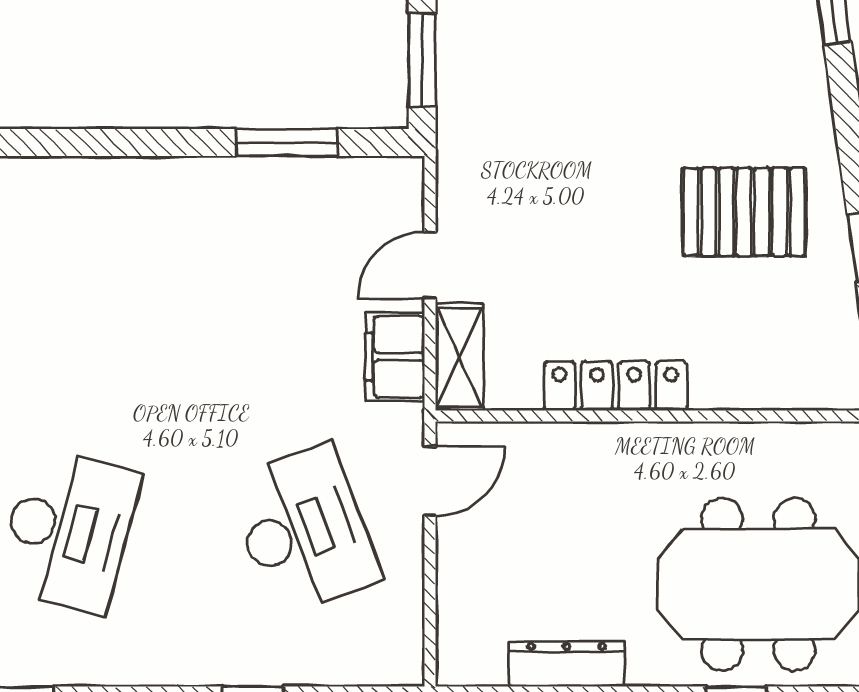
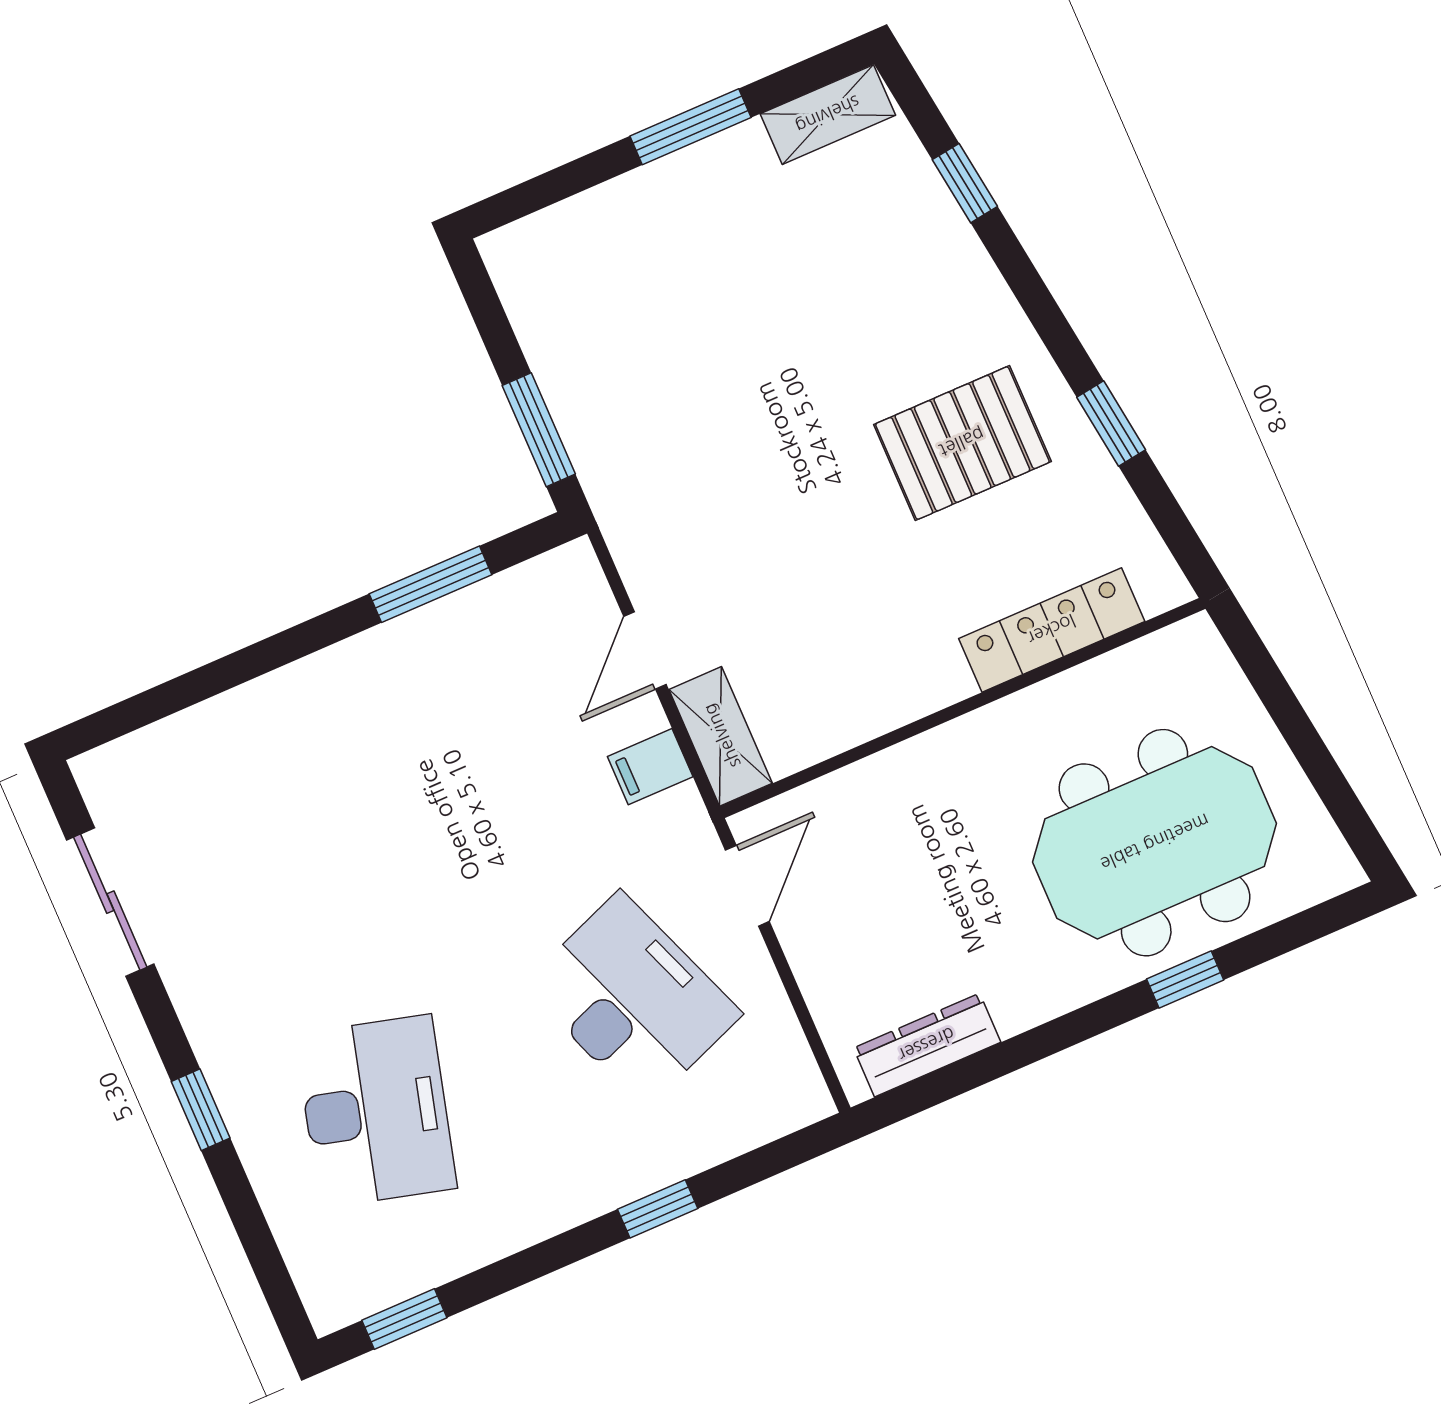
filing cabinet: (395, 357) -> (650, 767), width x0.50
locker: (616, 386) -> (1052, 630), moved
dresser: (566, 664) -> (927, 1045), moved

